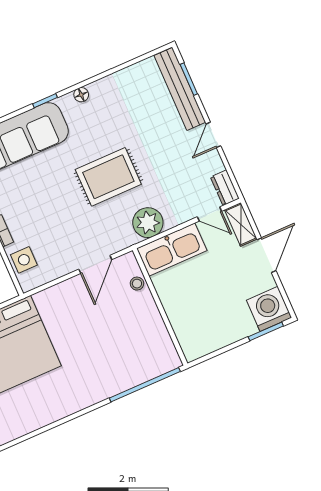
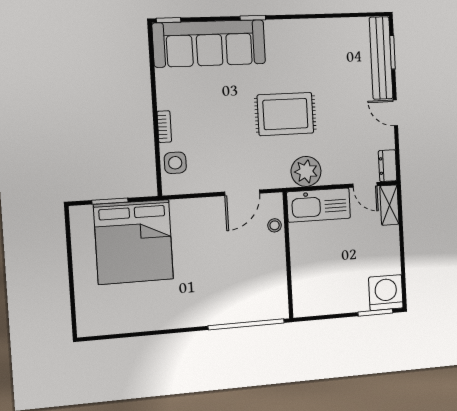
floor lamp: (81, 95) -> (289, 26), removed
door: (213, 135) -> (395, 113), hinge flipped
door: (266, 255) -> (402, 242), removed

